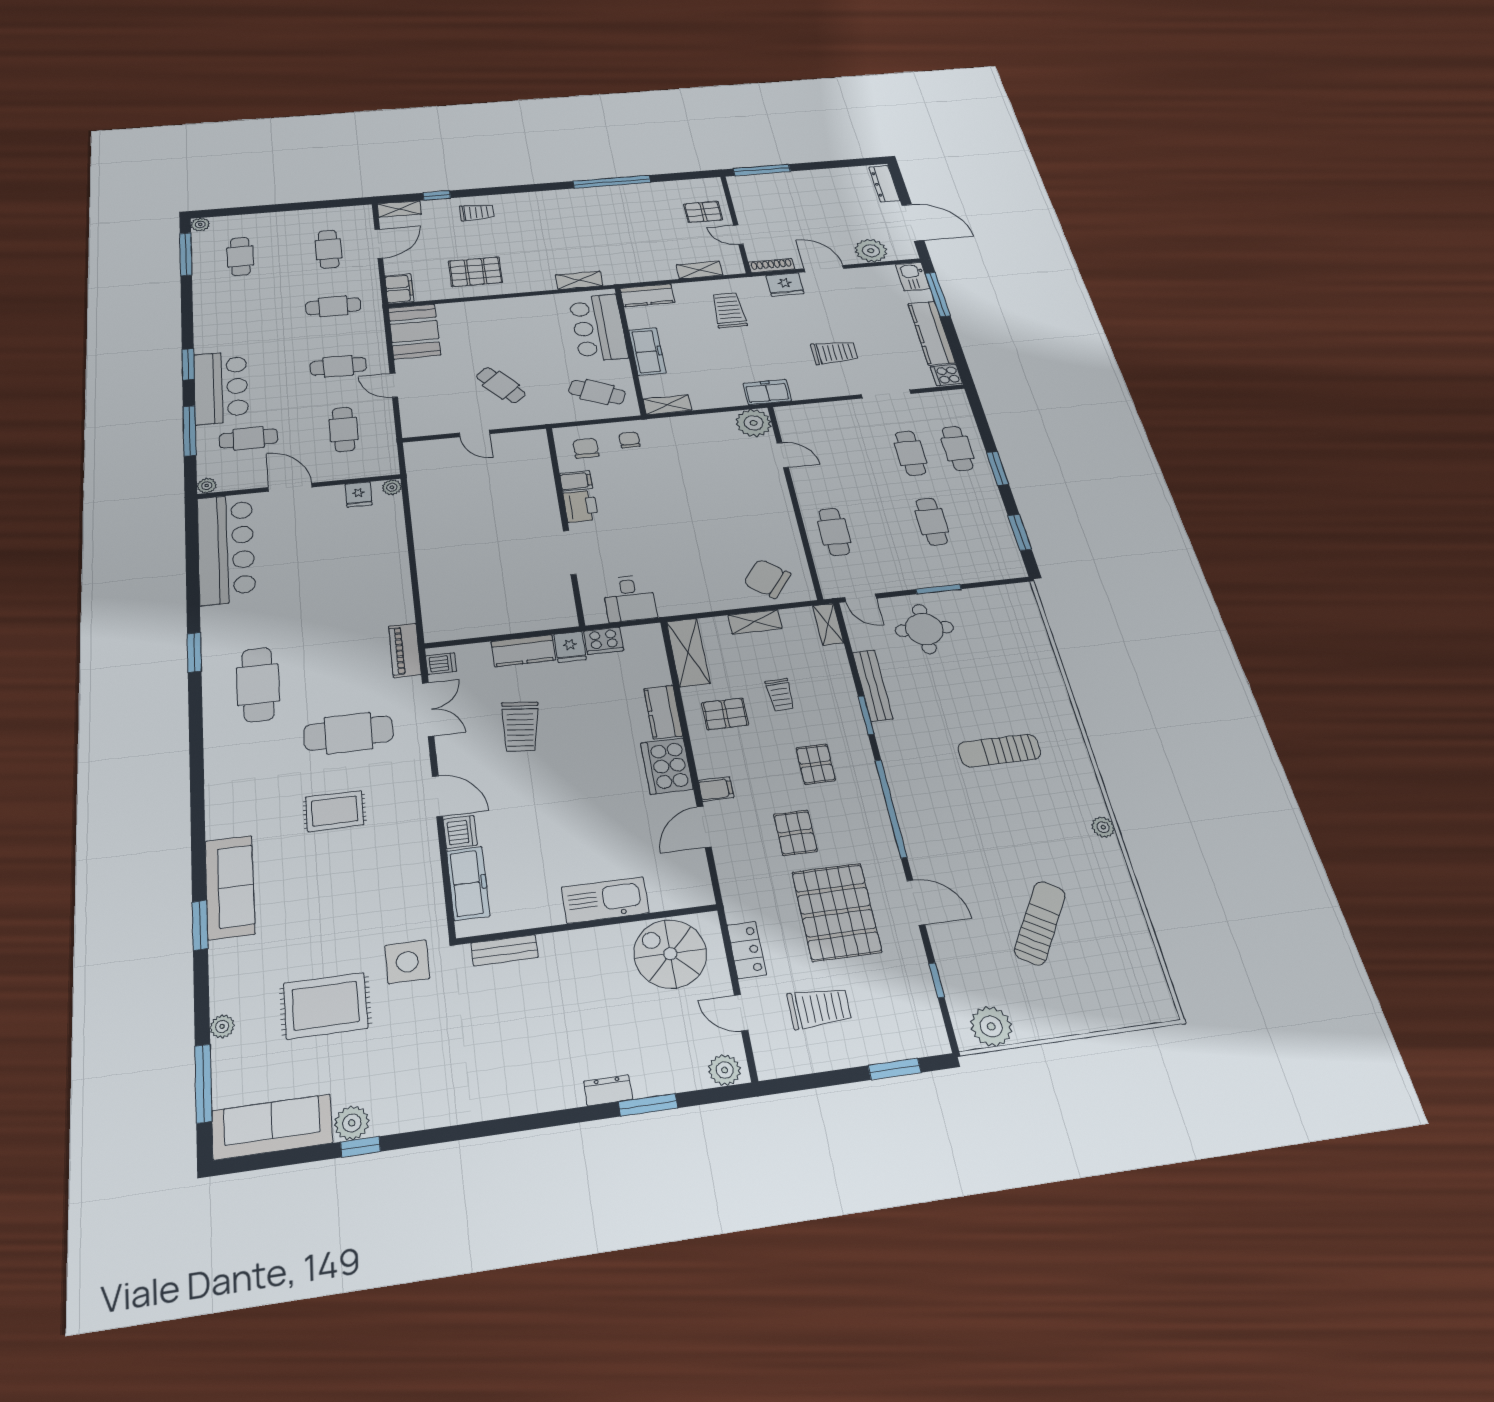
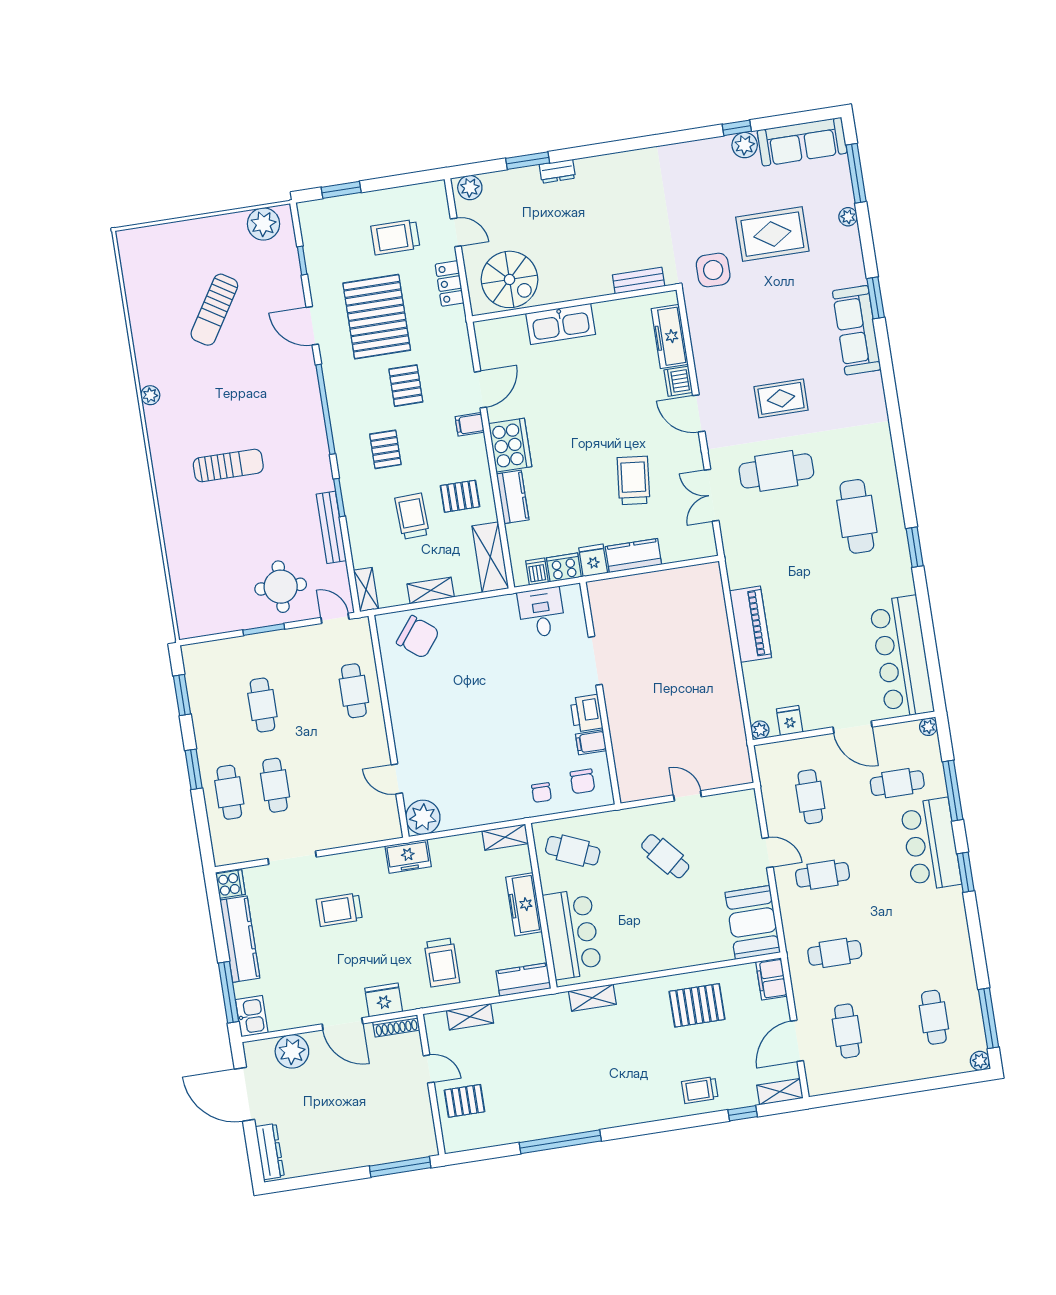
piano: (405, 650) -> (750, 624), moved, width x1.37, depth x1.33
dishwasher: (441, 664) -> (537, 572), moved, turned 90
trolley: (780, 695) -> (412, 516), width x1.36, depth x1.39

